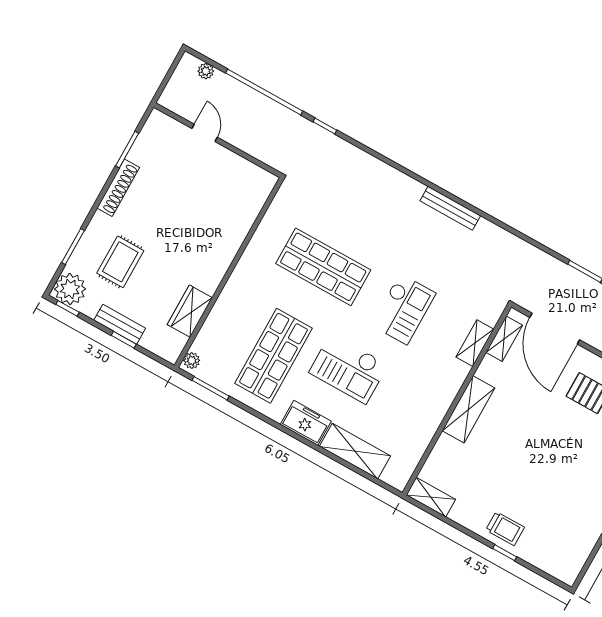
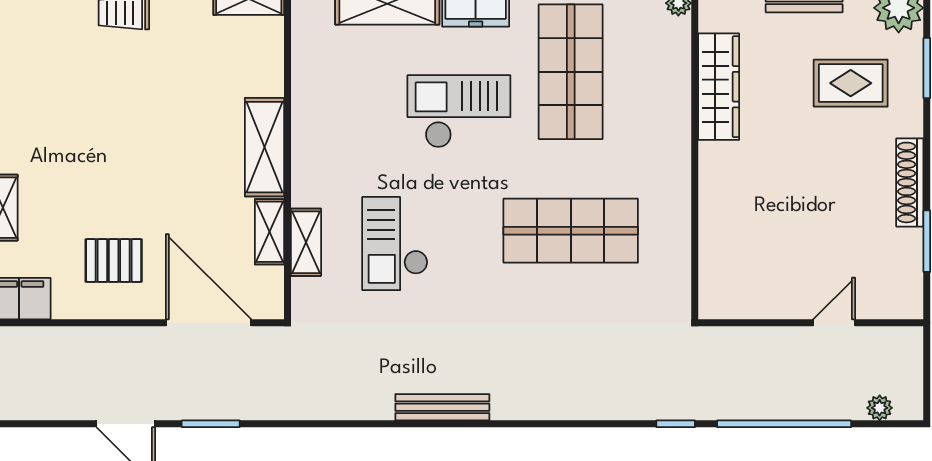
door: (205, 133) -> (834, 323), swing flipped
rug: (120, 262) -> (851, 83), turned 90
checkout: (403, 309) -> (395, 244), moved
wardrobe: (190, 311) -> (719, 87), width x1.50
shelving: (504, 339) -> (269, 232), moved

